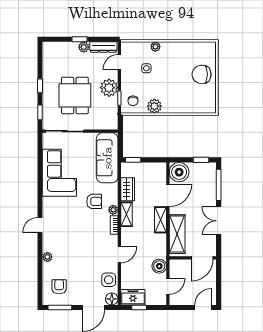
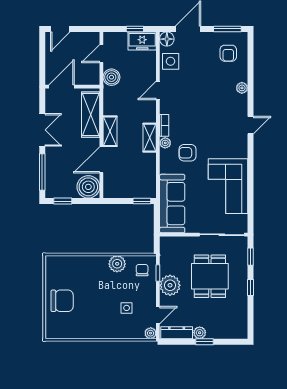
plant: (155, 47) -> (151, 333), moved
wardrobe: (128, 189) -> (148, 167), removed

